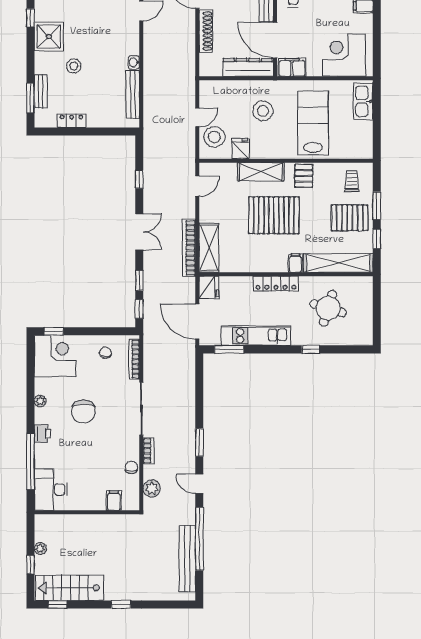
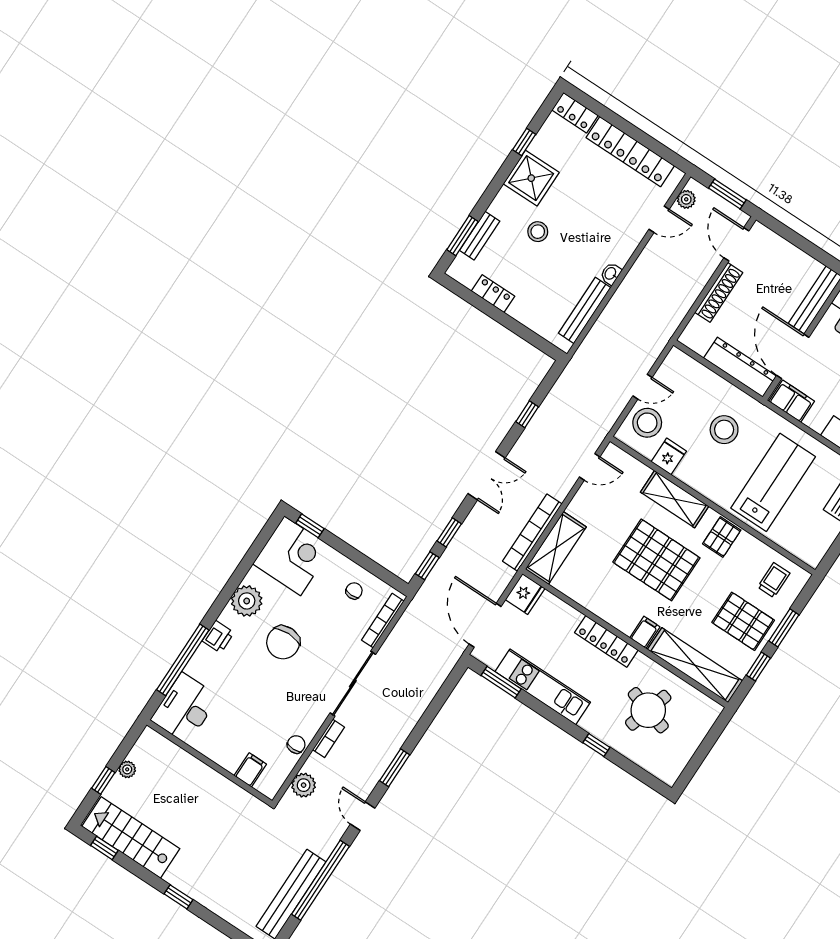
plant: (40, 401) -> (247, 601), width x1.88, depth x1.88

